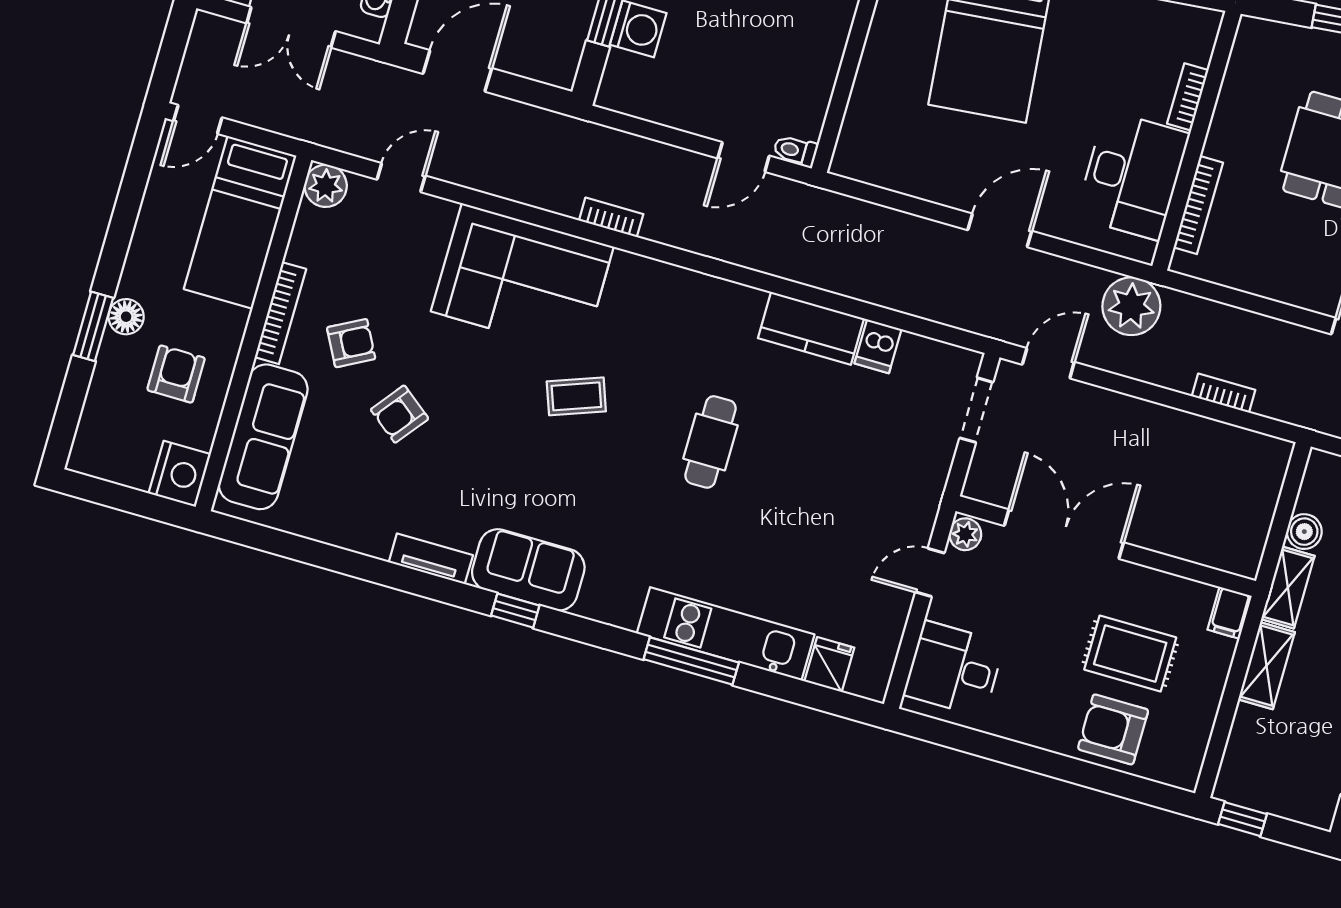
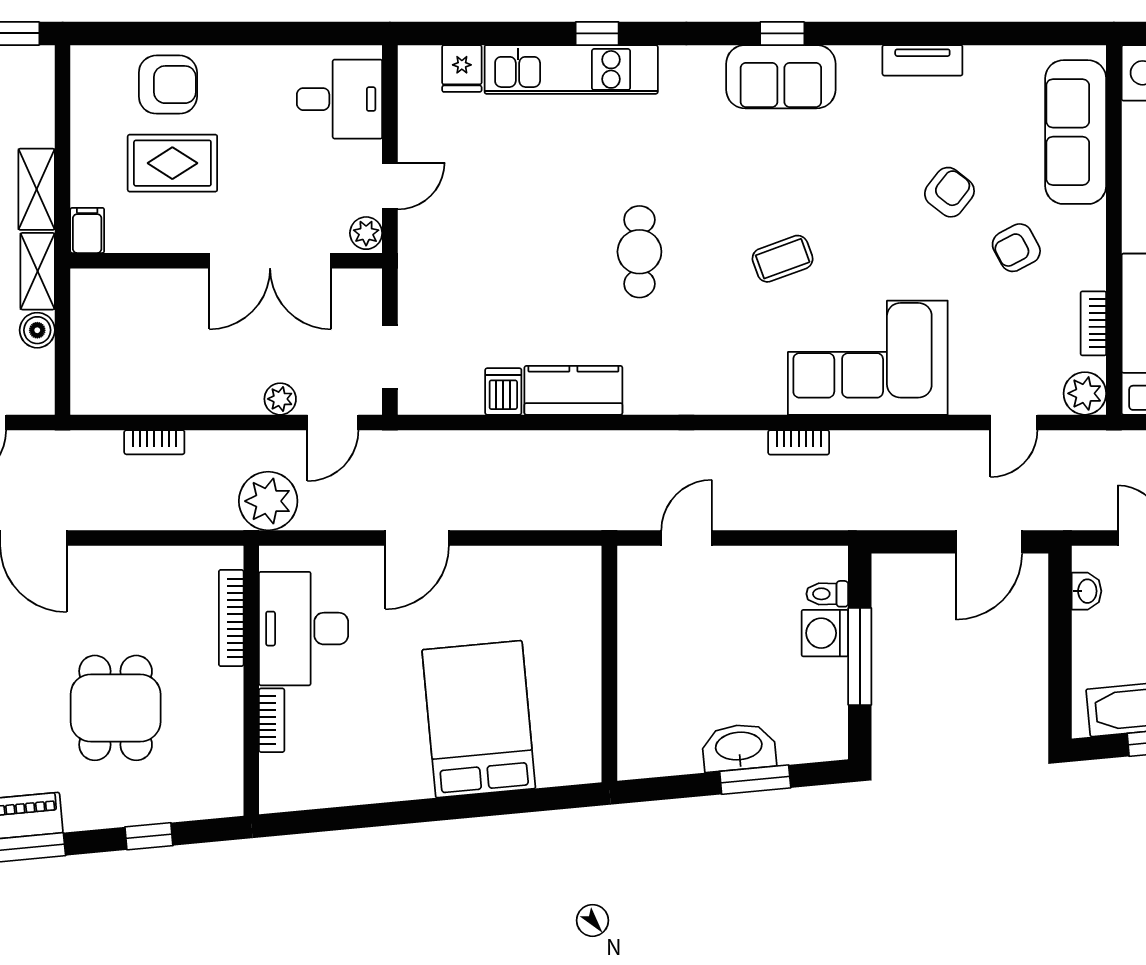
toilet: (795, 151) -> (827, 594), moved, turned 180
bookcase: (280, 313) -> (1093, 323), moved, width x0.64
plant: (1092, 400) -> (280, 399), added
tv unit: (431, 559) -> (922, 60), moved
window: (691, 661) -> (597, 33), width x0.46

